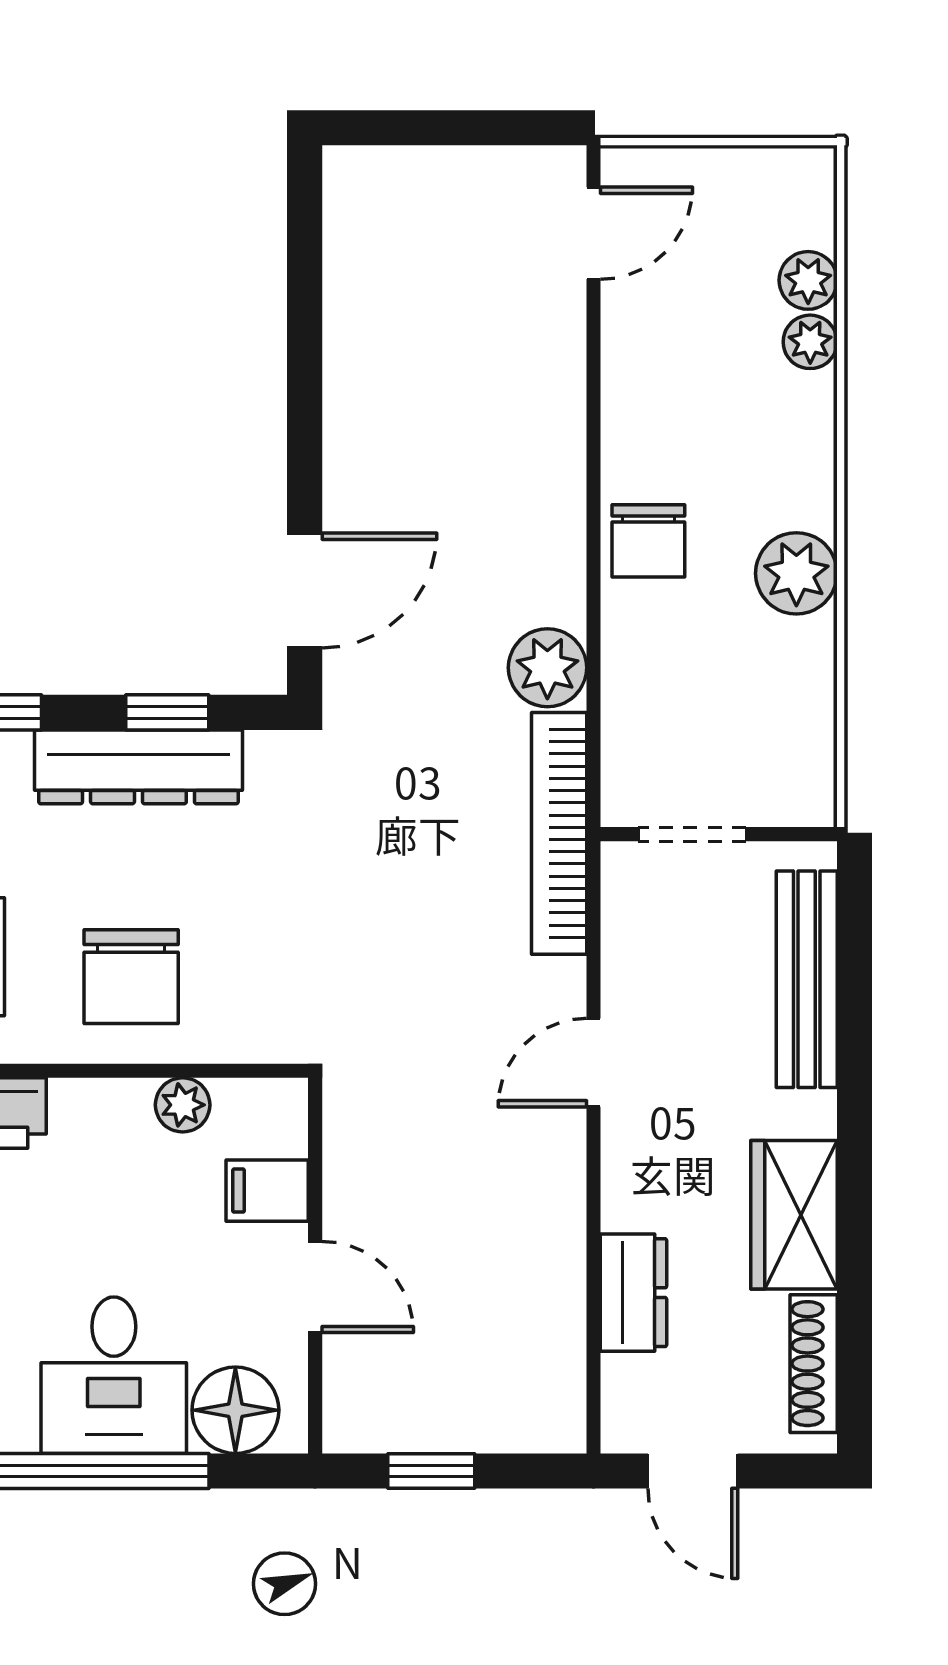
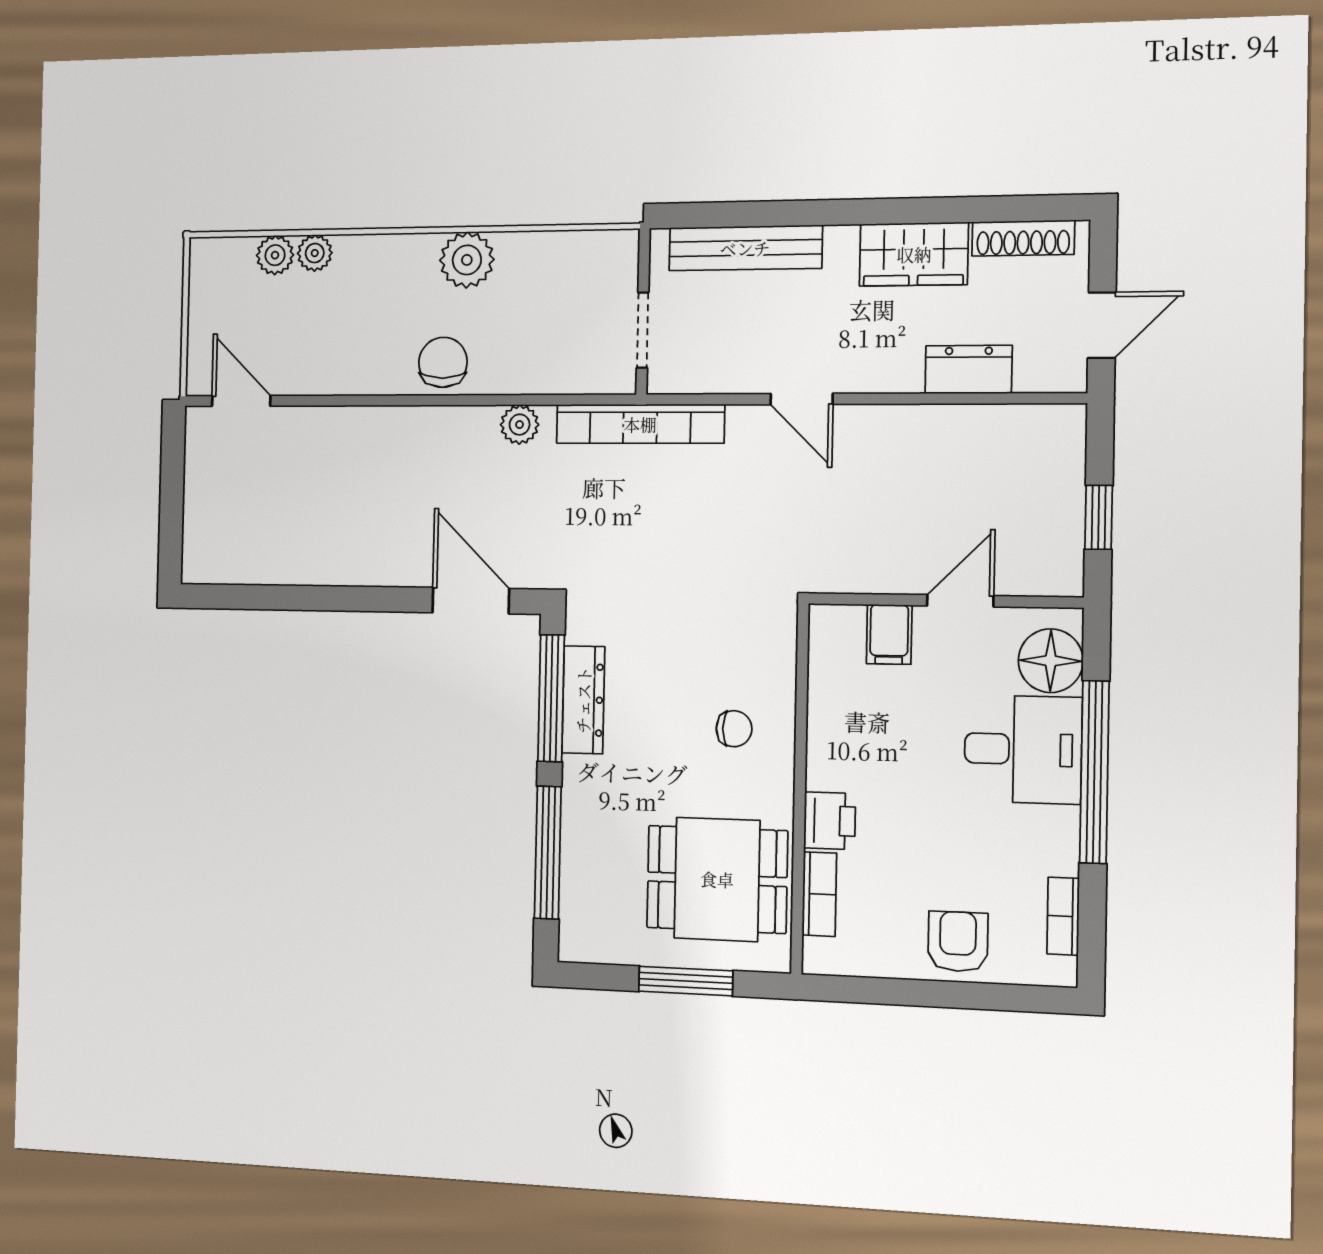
chair: (648, 541) -> (443, 362), turned -90
plant: (547, 668) -> (520, 425), width x0.73, depth x0.73
window: (167, 712) -> (551, 698), width x2.17
dresser: (138, 767) -> (583, 700), width x0.73, depth x0.80
chair: (131, 977) -> (734, 729), width x0.54, depth x0.54
plant: (183, 1105) -> (826, 694), removed

